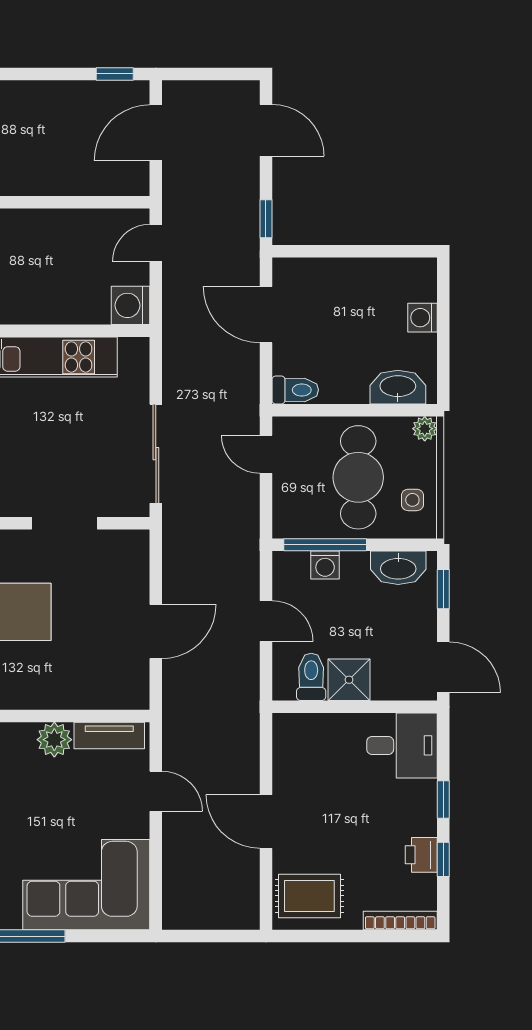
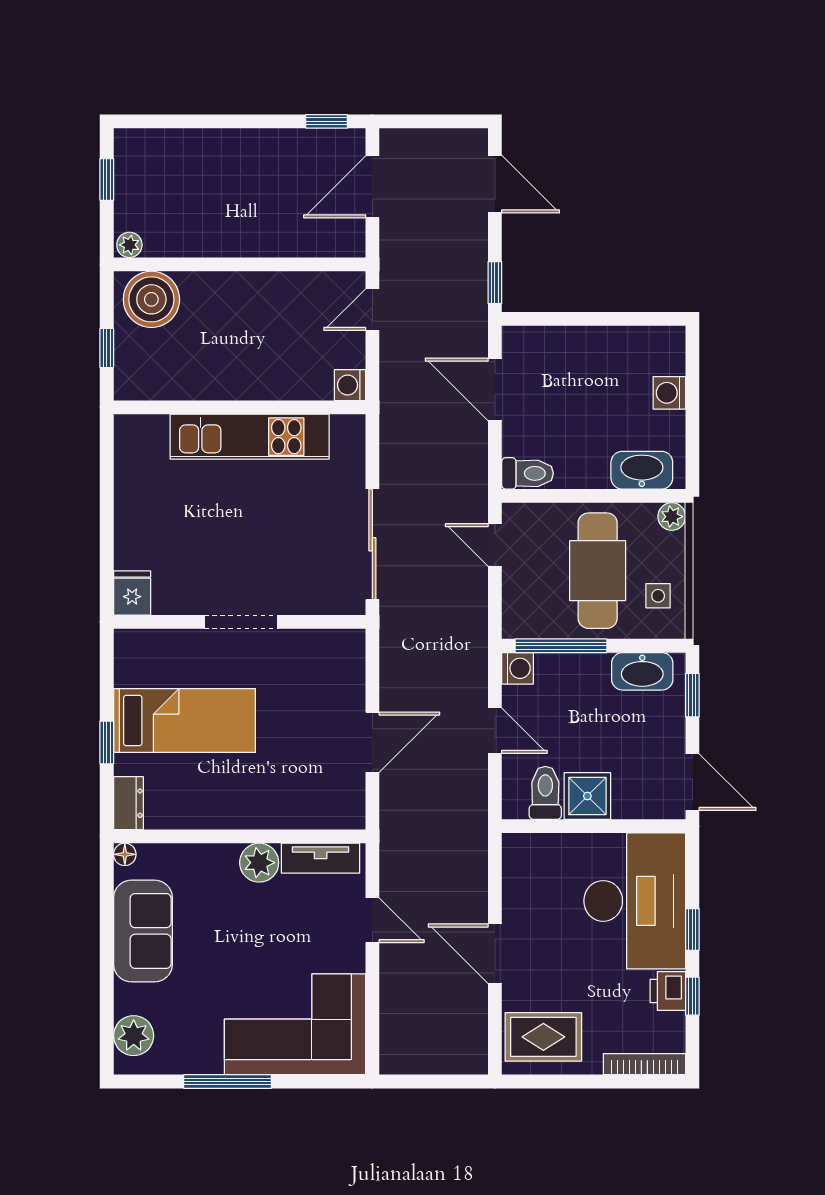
washing machine: (131, 305) -> (350, 385), width x0.73, depth x0.73
doorway: (64, 523) -> (241, 622), moved
washing machine: (325, 565) -> (518, 668), moved, turned -90
desk: (402, 745) -> (635, 901), width x1.87, depth x1.30

